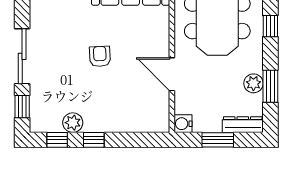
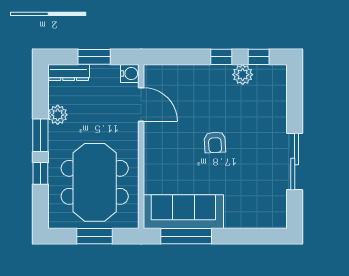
sliding door: (22, 56) -> (295, 162), moved
door: (172, 74) -> (141, 105), moved
window: (270, 86) -> (40, 135), moved
window: (22, 107) -> (295, 91), removed

